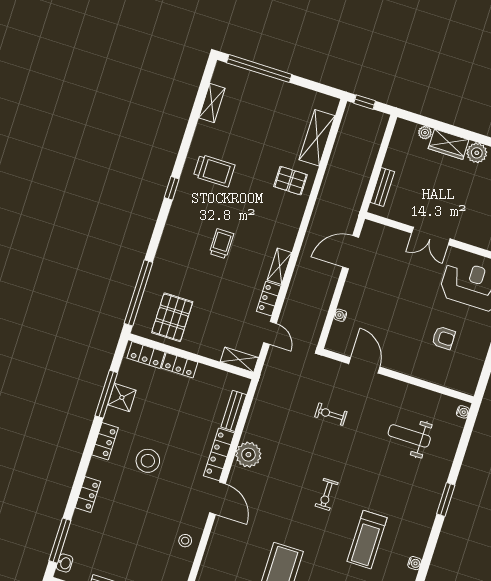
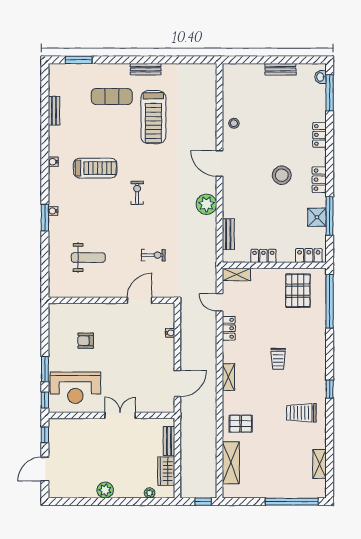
wardrobe: (449, 144) -> (166, 471), moved, turned -90
shelving: (279, 266) -> (228, 377), moved
locker: (180, 365) -> (263, 256), moved
door: (364, 365) -> (140, 300), swing flipped
water cooler: (463, 412) -> (53, 211), moved
locker: (219, 454) -> (229, 197), removed
treadmill: (367, 540) -> (95, 168), turned 90

